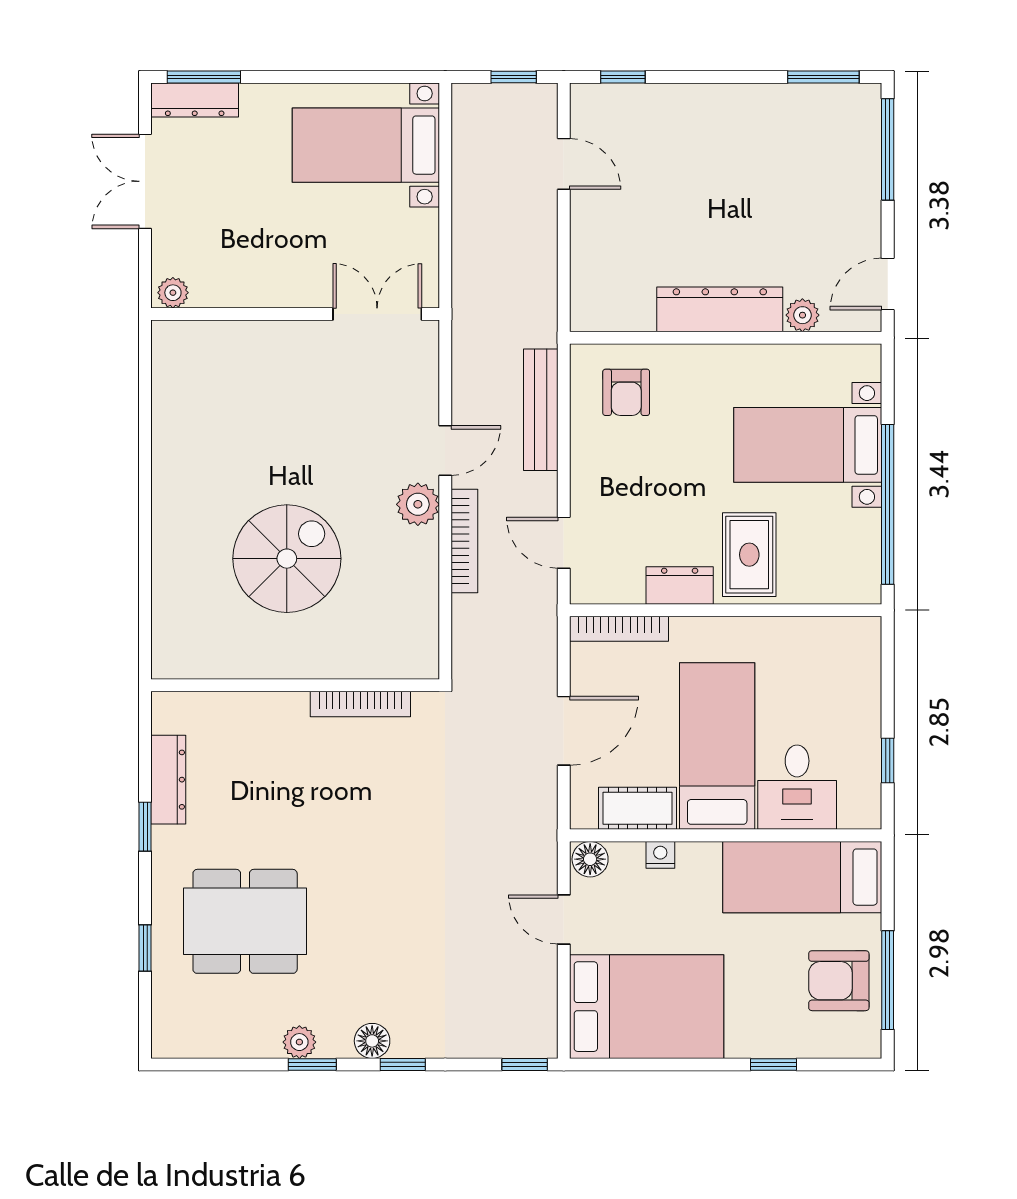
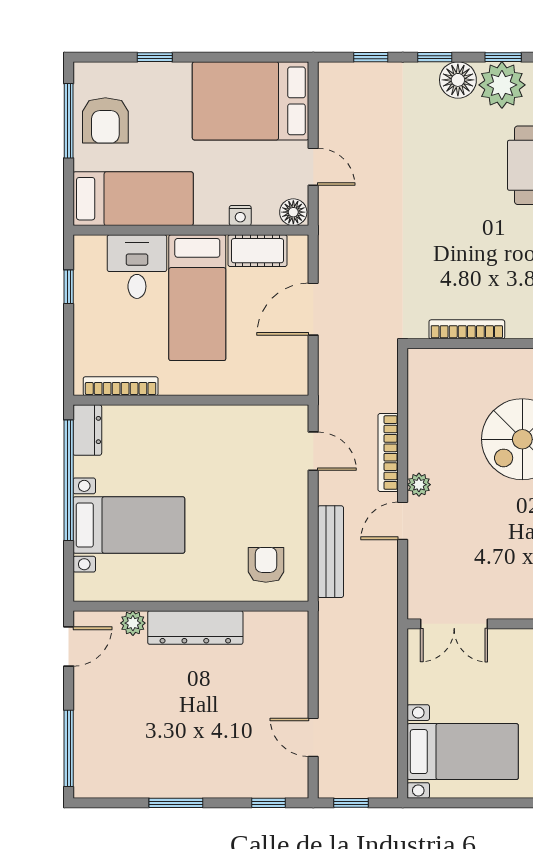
window: (823, 77) -> (176, 803), moved
plant: (418, 504) -> (419, 485), width x0.73, depth x0.73
rug: (749, 555) -> (173, 442), removed
dresser: (680, 585) -> (87, 430), moved, turned -90
bookcase: (619, 629) -> (121, 386), moved
armchair: (839, 981) -> (105, 120), turned 90
floor lamp: (372, 1041) -> (458, 80), width x1.38, depth x1.38
plant: (299, 1042) -> (502, 85), width x1.87, depth x1.87
window: (525, 1064) -> (371, 57), moved

